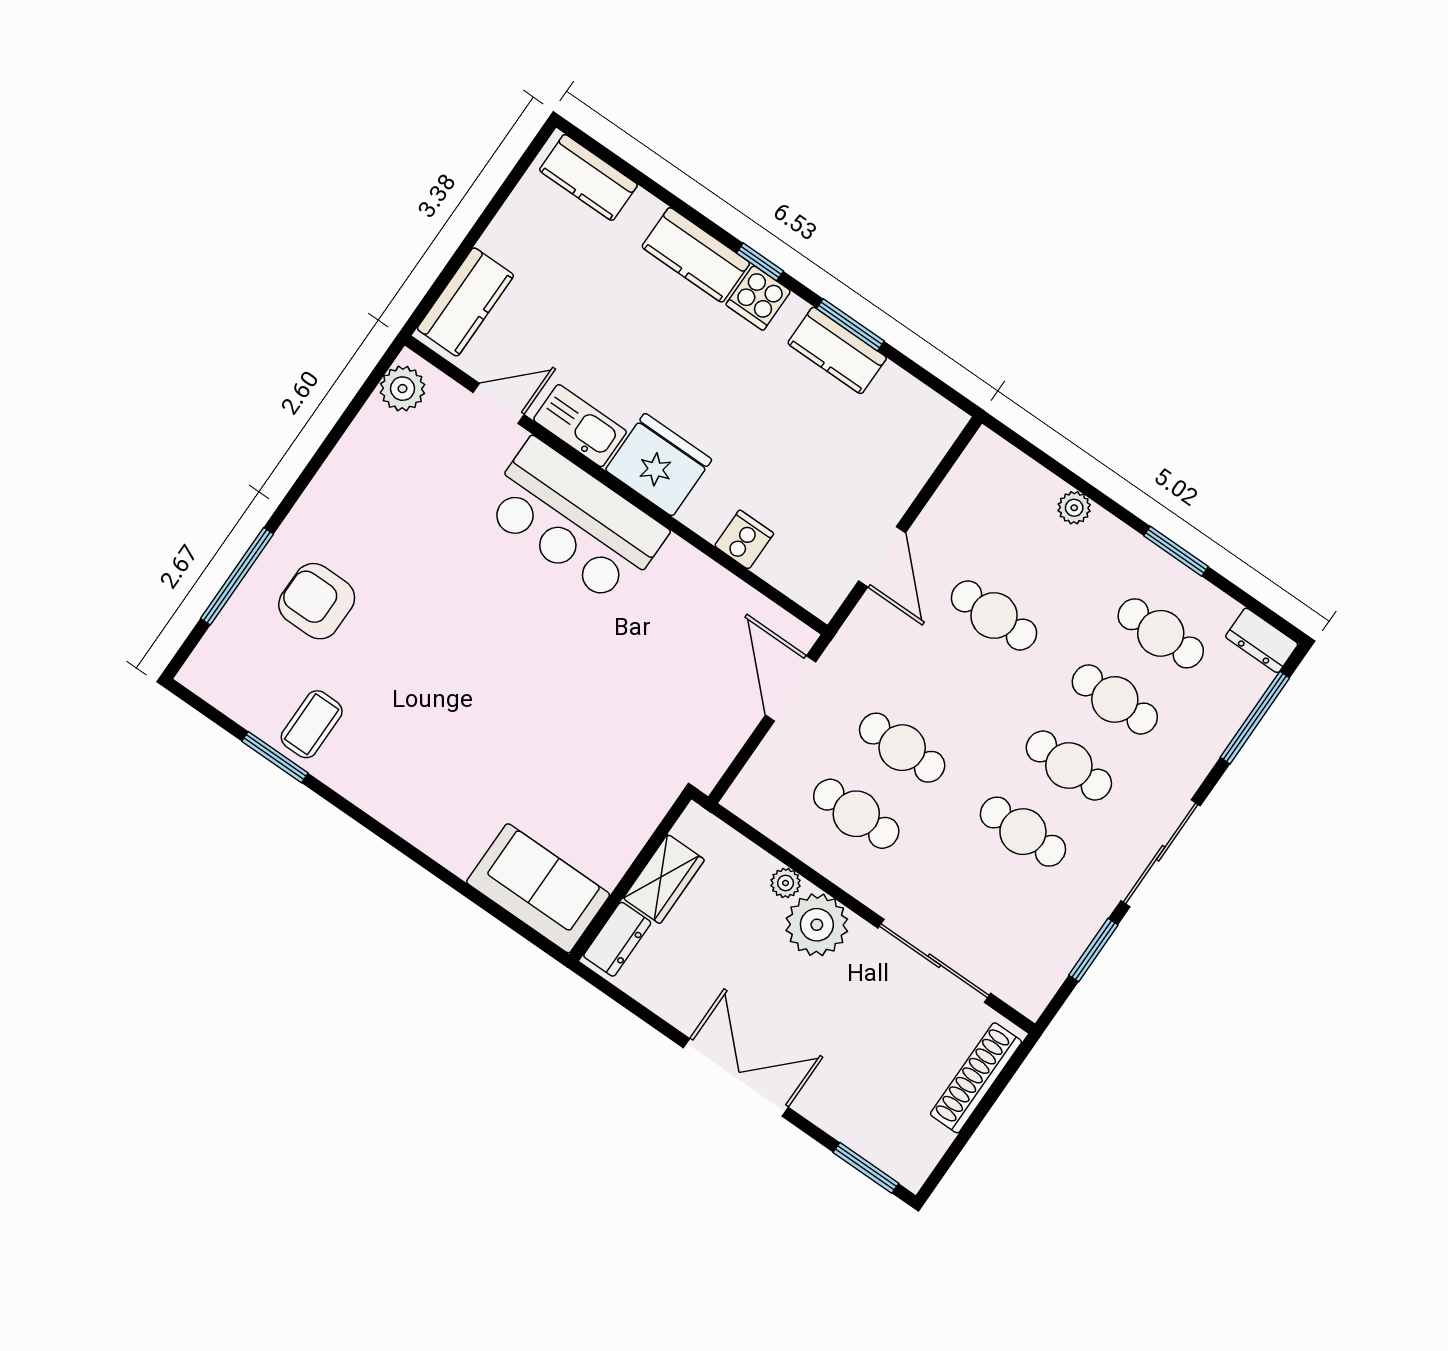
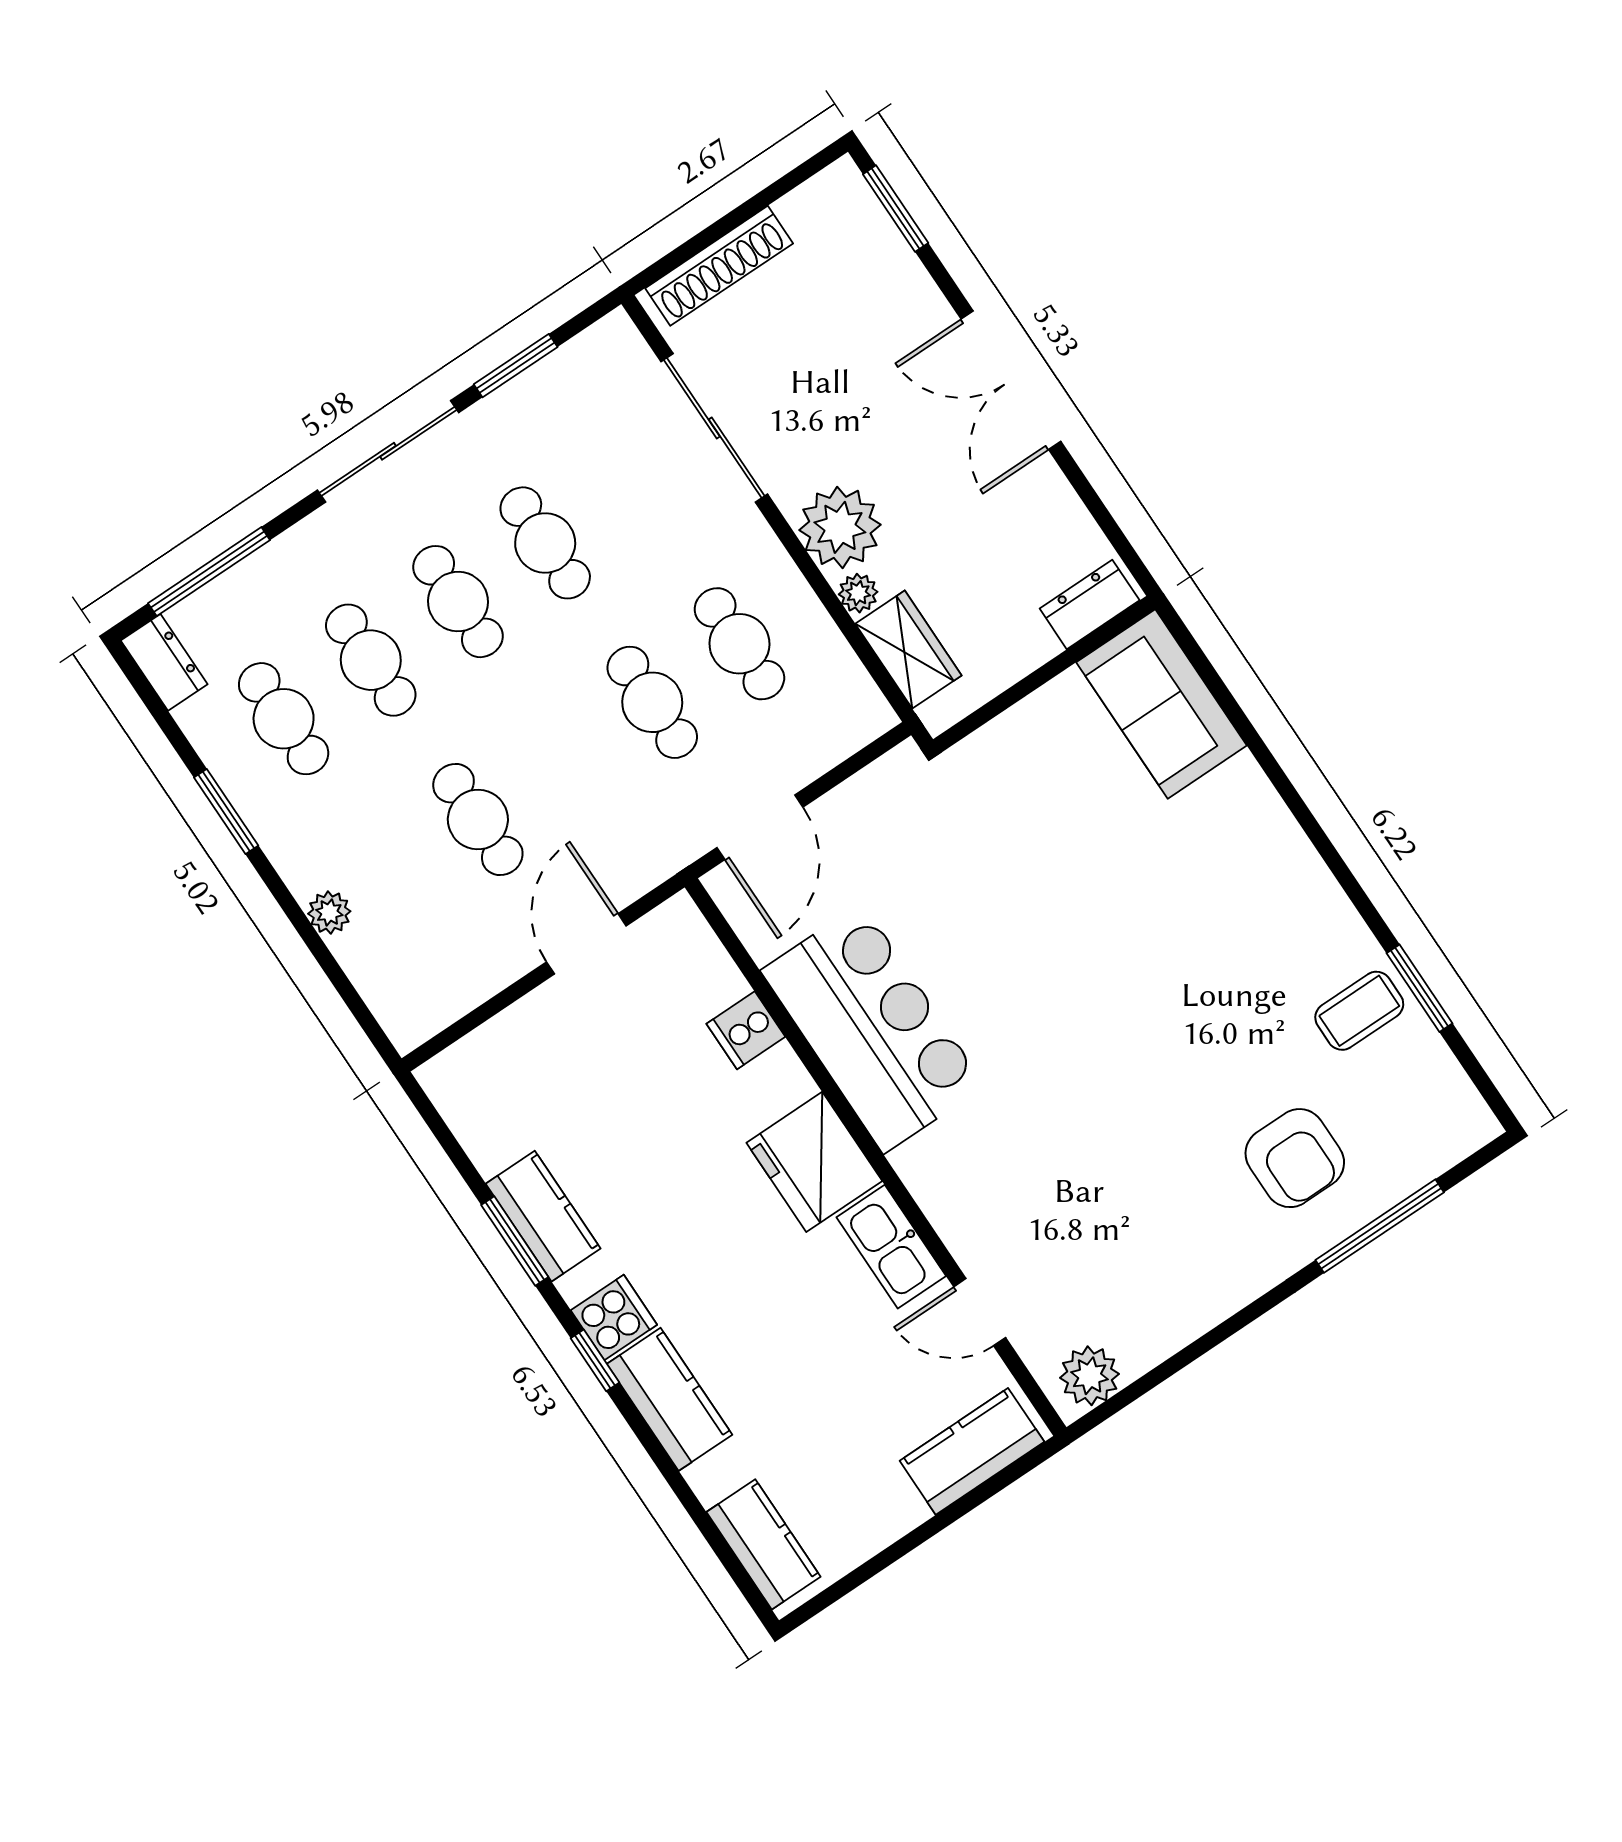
bar counter: (575, 521) -> (873, 1028), moved
wardrobe: (664, 879) -> (908, 650), moved, turned 90

